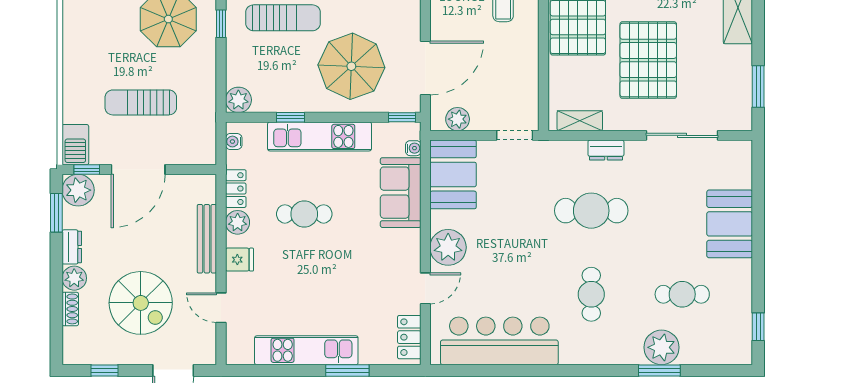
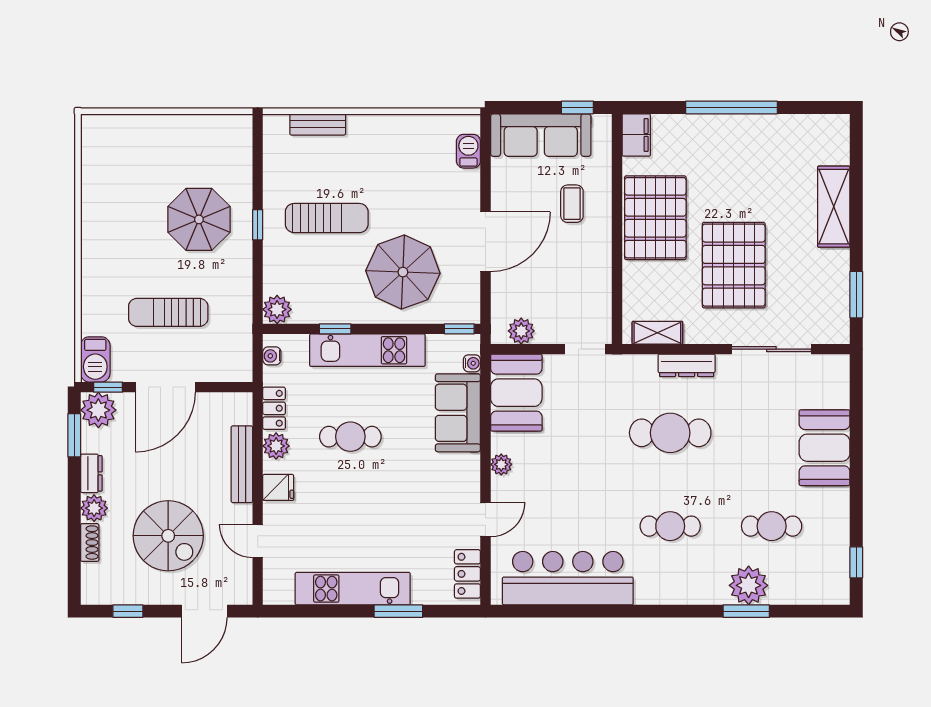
door: (425, 68) -> (485, 242), moved
dresser: (606, 150) -> (687, 365), width x1.44
plant: (448, 247) -> (501, 464), width x0.53, depth x0.53
cafe table: (591, 294) -> (670, 526), turned 90

